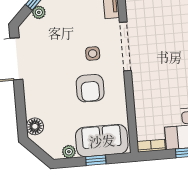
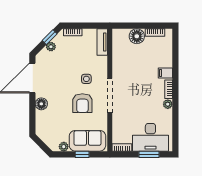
doorway: (125, 47) -> (110, 96), moved
floor lamp: (35, 126) -> (41, 104), moved

